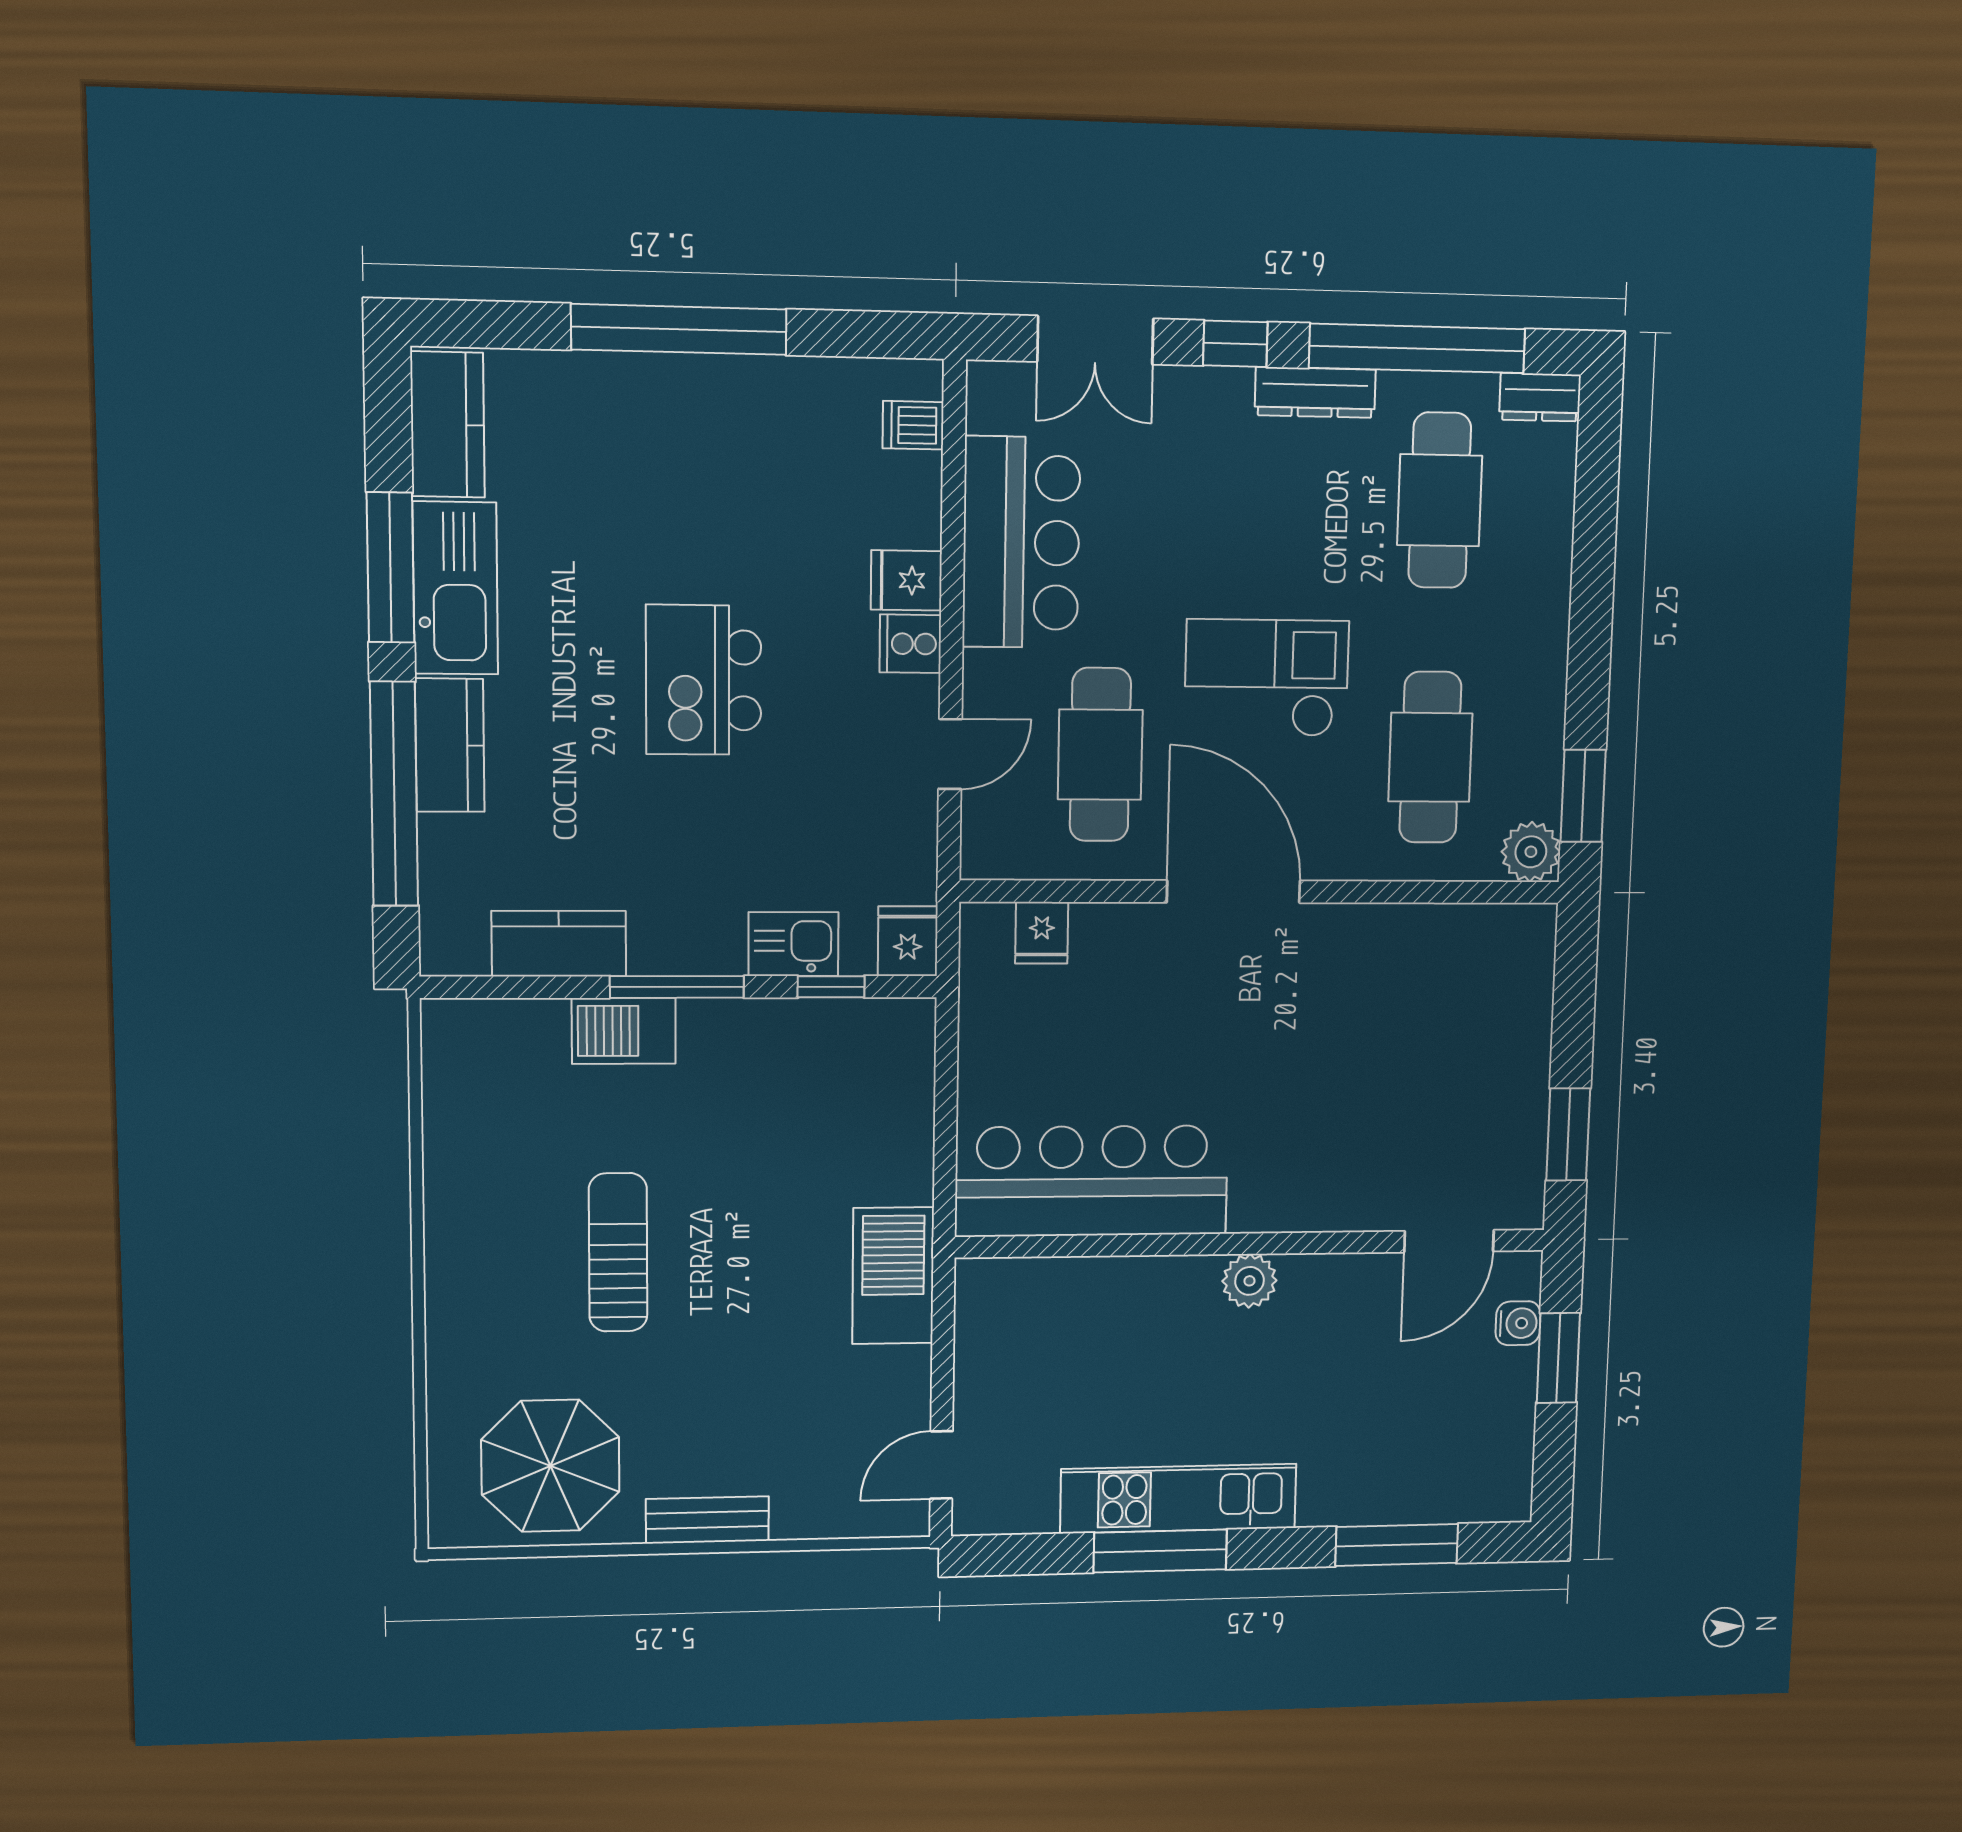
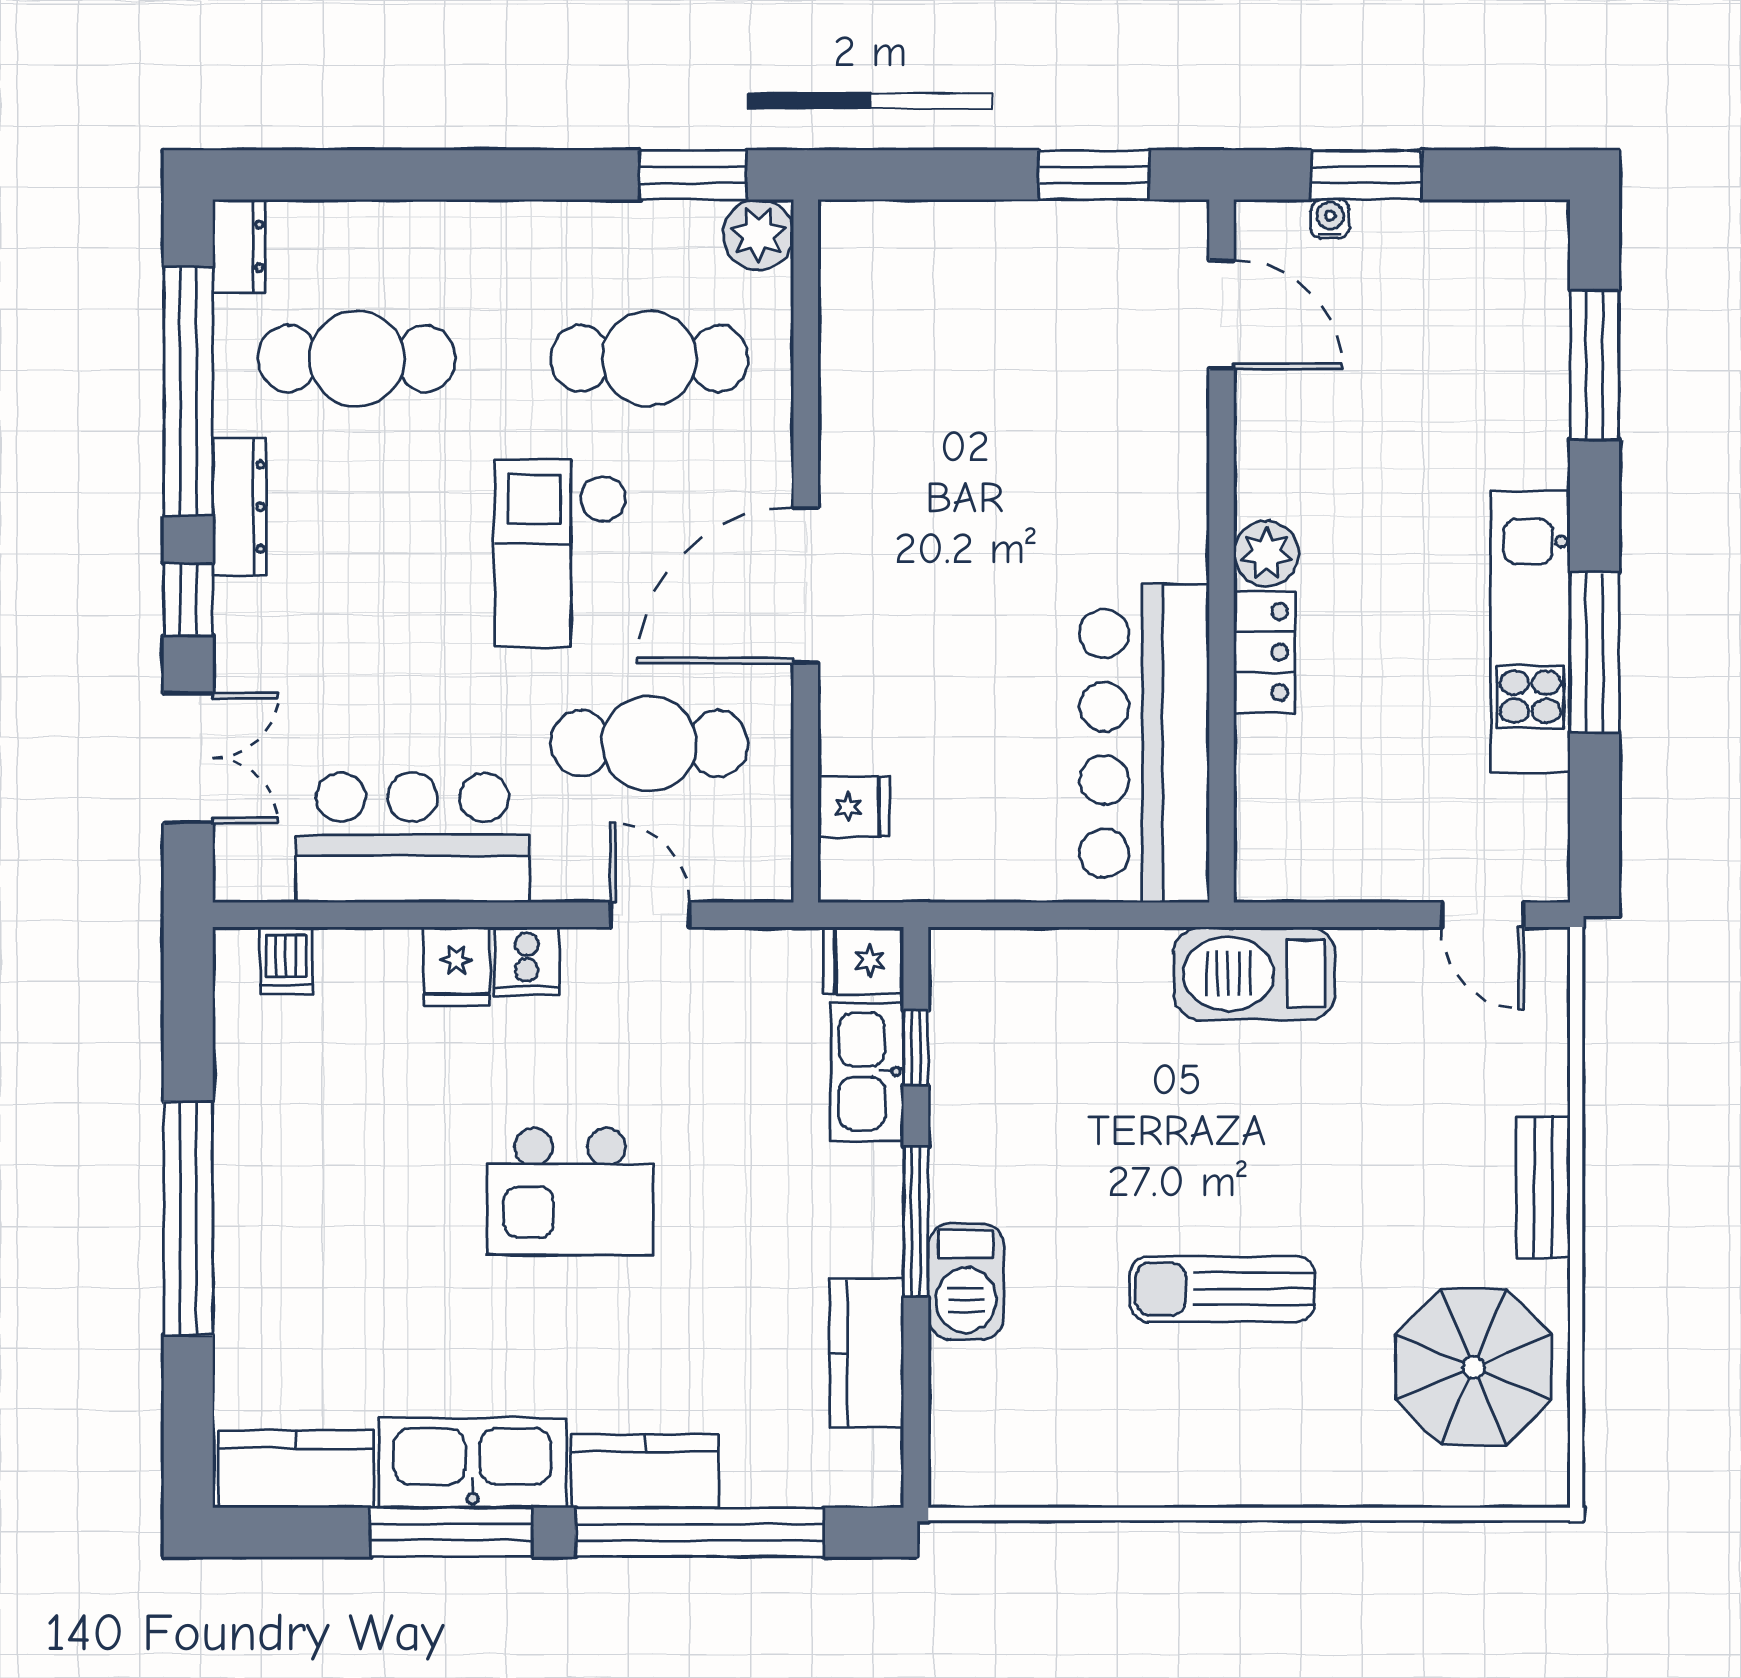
kitchen sink: (793, 944) -> (867, 1071), width x1.38
locker: (1167, 1280) -> (1264, 652), added
water cooler: (1518, 1323) -> (1330, 219), width x0.72, depth x0.72

